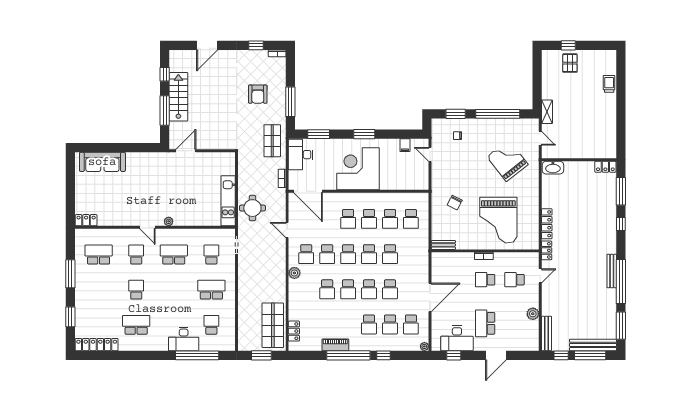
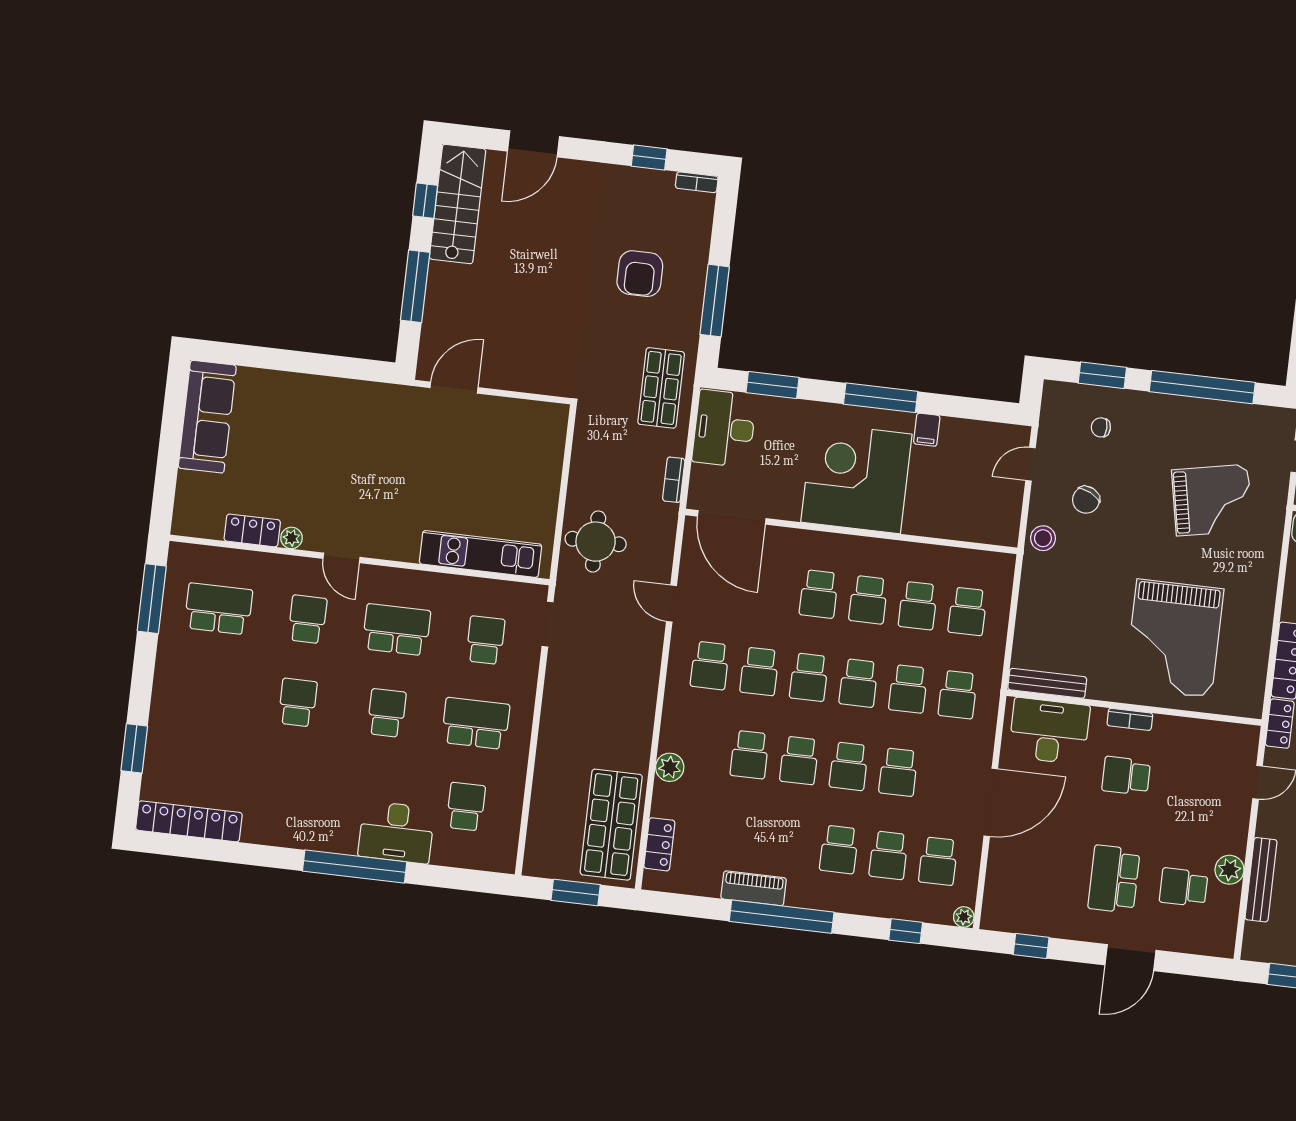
stairs: (178, 97) -> (458, 204), moved
window: (364, 134) -> (881, 398), width x1.44
filing cabinet: (405, 145) -> (927, 430), moved
door: (430, 154) -> (1030, 464), hinge flipped
grand piano: (507, 161) -> (1212, 500), turned 117
sofa: (102, 162) -> (207, 417), moved, turned -90
stool: (439, 185) -> (1043, 538), added
kitchen unit: (228, 201) -> (481, 554), moved, turned 90
chair: (455, 203) -> (1086, 500), moved
locker: (86, 220) -> (252, 530), moved
plant: (169, 221) -> (291, 538), moved
bench: (443, 245) -> (1047, 683), width x1.36
school desk: (411, 254) -> (958, 695), added
plant: (294, 273) -> (670, 767), moved
window: (70, 274) -> (152, 599), moved
school desk: (514, 280) -> (1184, 887), moved
school desk: (136, 325) -> (387, 713), moved, width x0.54
bench: (546, 333) -> (1261, 880), moved
desk: (457, 338) -> (1049, 731), moved, turned 180
window: (197, 355) -> (355, 866), moved
window: (384, 355) -> (906, 931), moved

